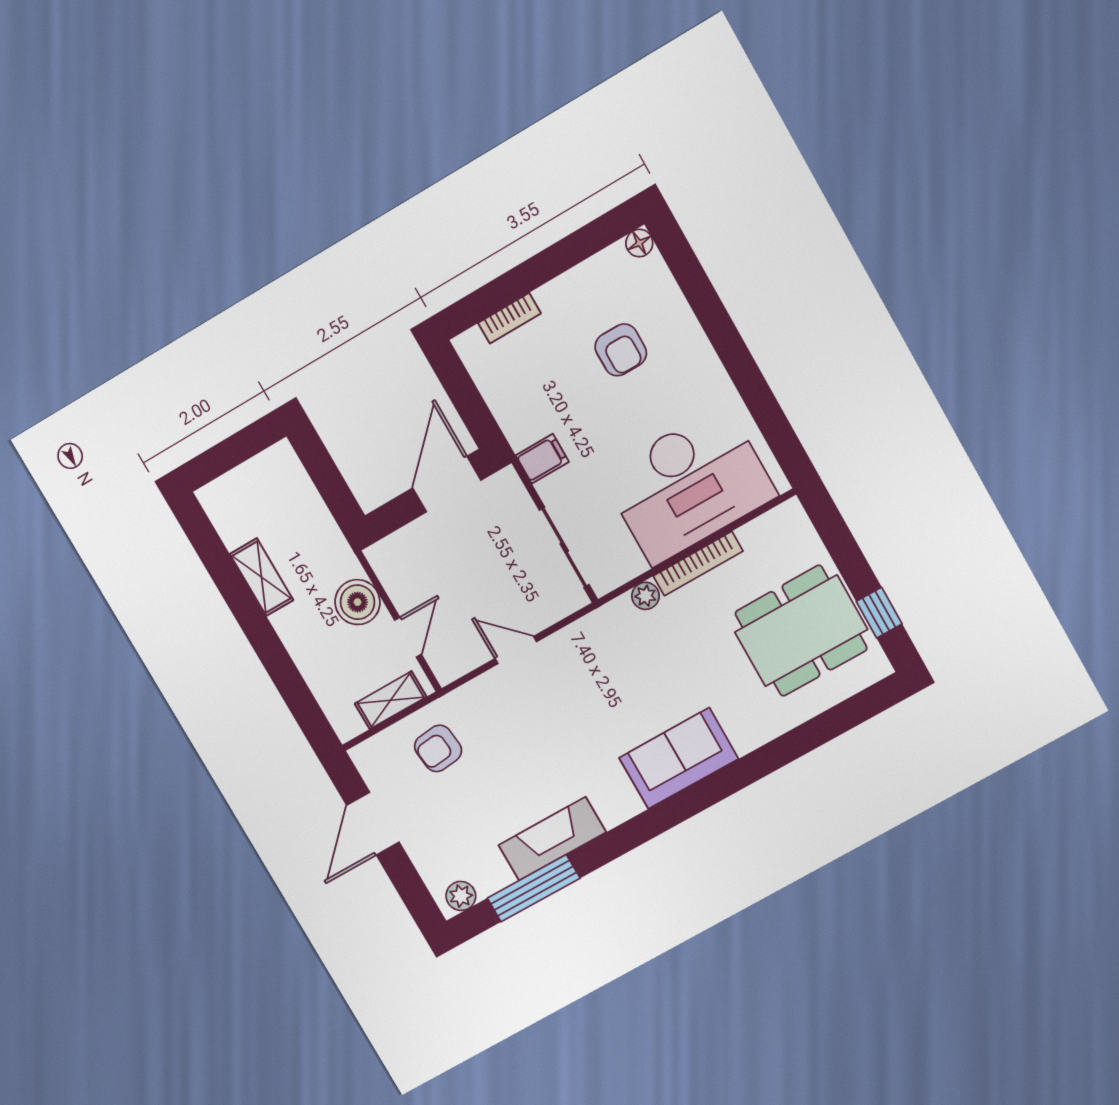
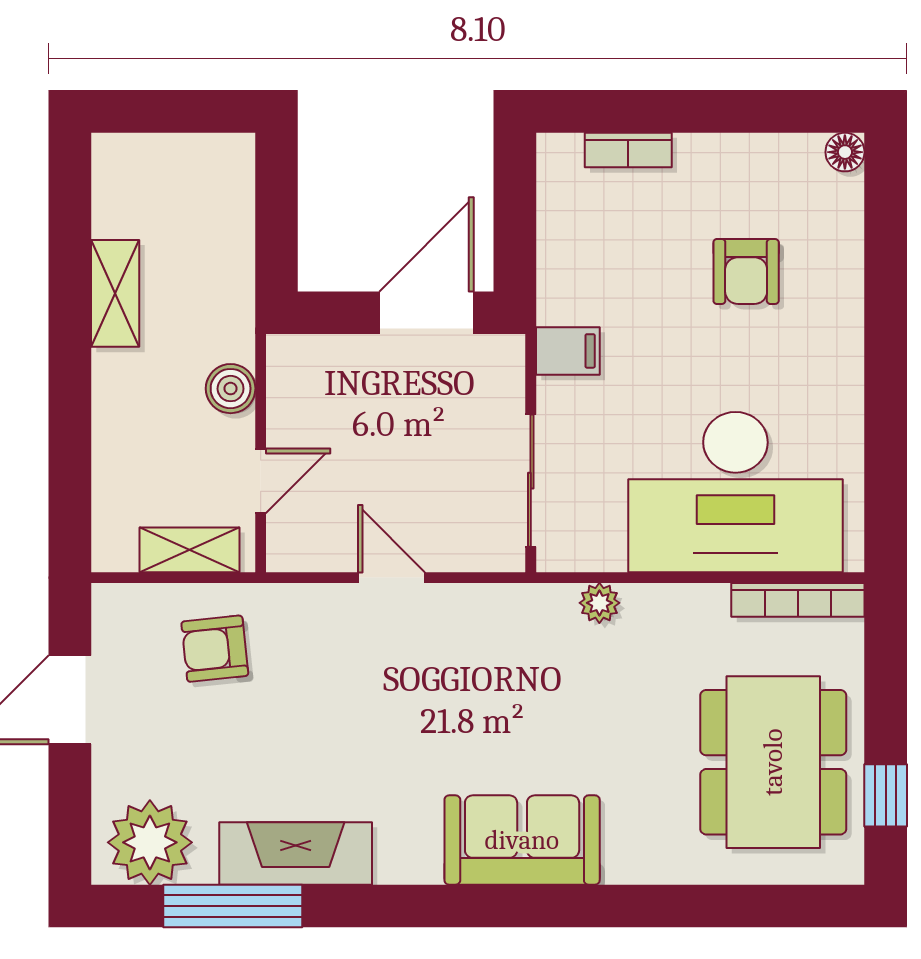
bookcase: (698, 564) -> (798, 600), moved
boiler: (357, 602) -> (231, 389), width x0.73, depth x0.73
dining table: (801, 631) -> (773, 762), turned 90
plant: (461, 896) -> (150, 842), width x1.87, depth x1.87

